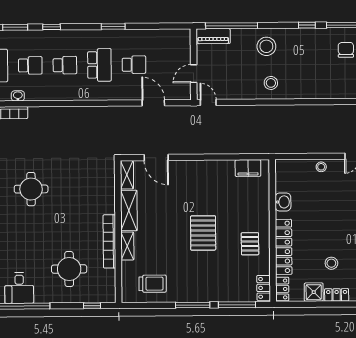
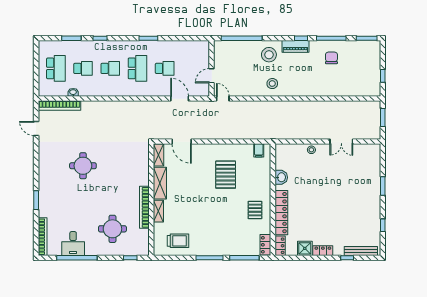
piano: (213, 36) -> (295, 46), moved
filing cabinet: (248, 168) -> (259, 150), width x0.50
pallet: (203, 233) -> (226, 175), moved
stool: (331, 263) -> (319, 226), removed

